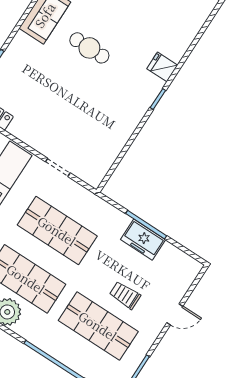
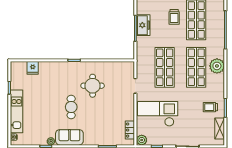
fridge: (162, 67) -> (33, 68), moved
round table: (101, 102) -> (93, 86), added

